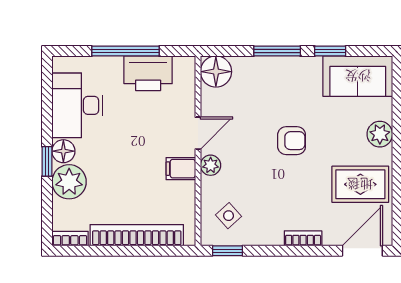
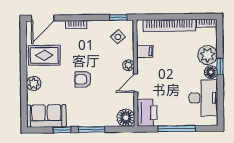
printer: (148, 73) -> (147, 113), moved, turned 90
filing cabinet: (181, 169) -> (145, 51), moved

